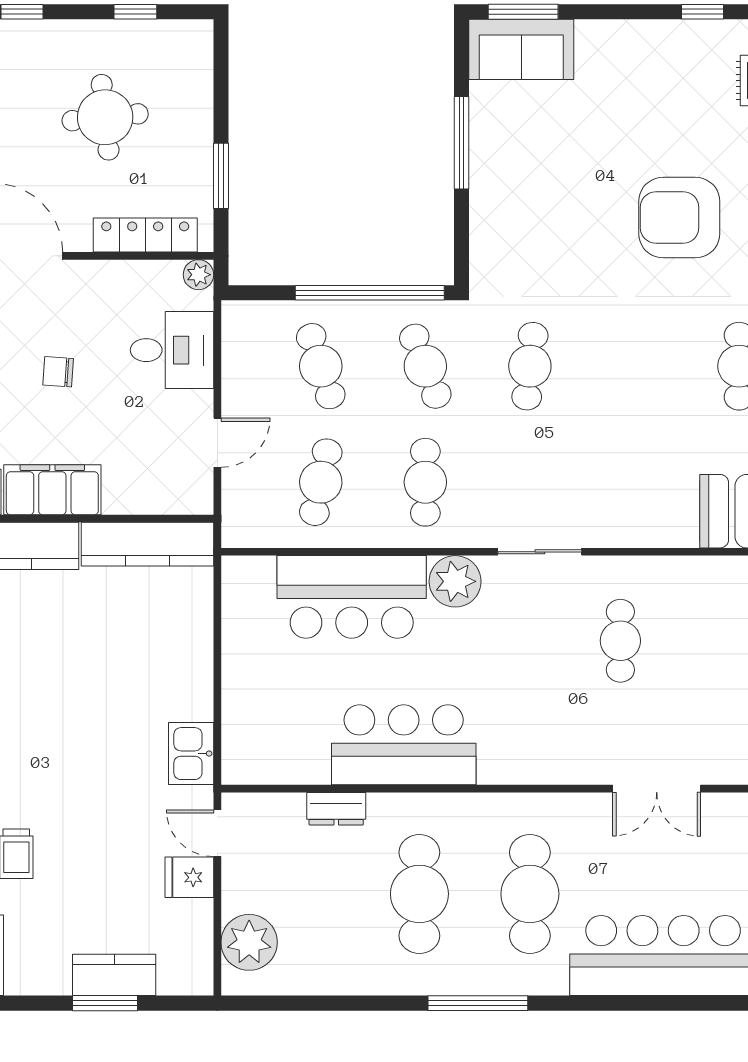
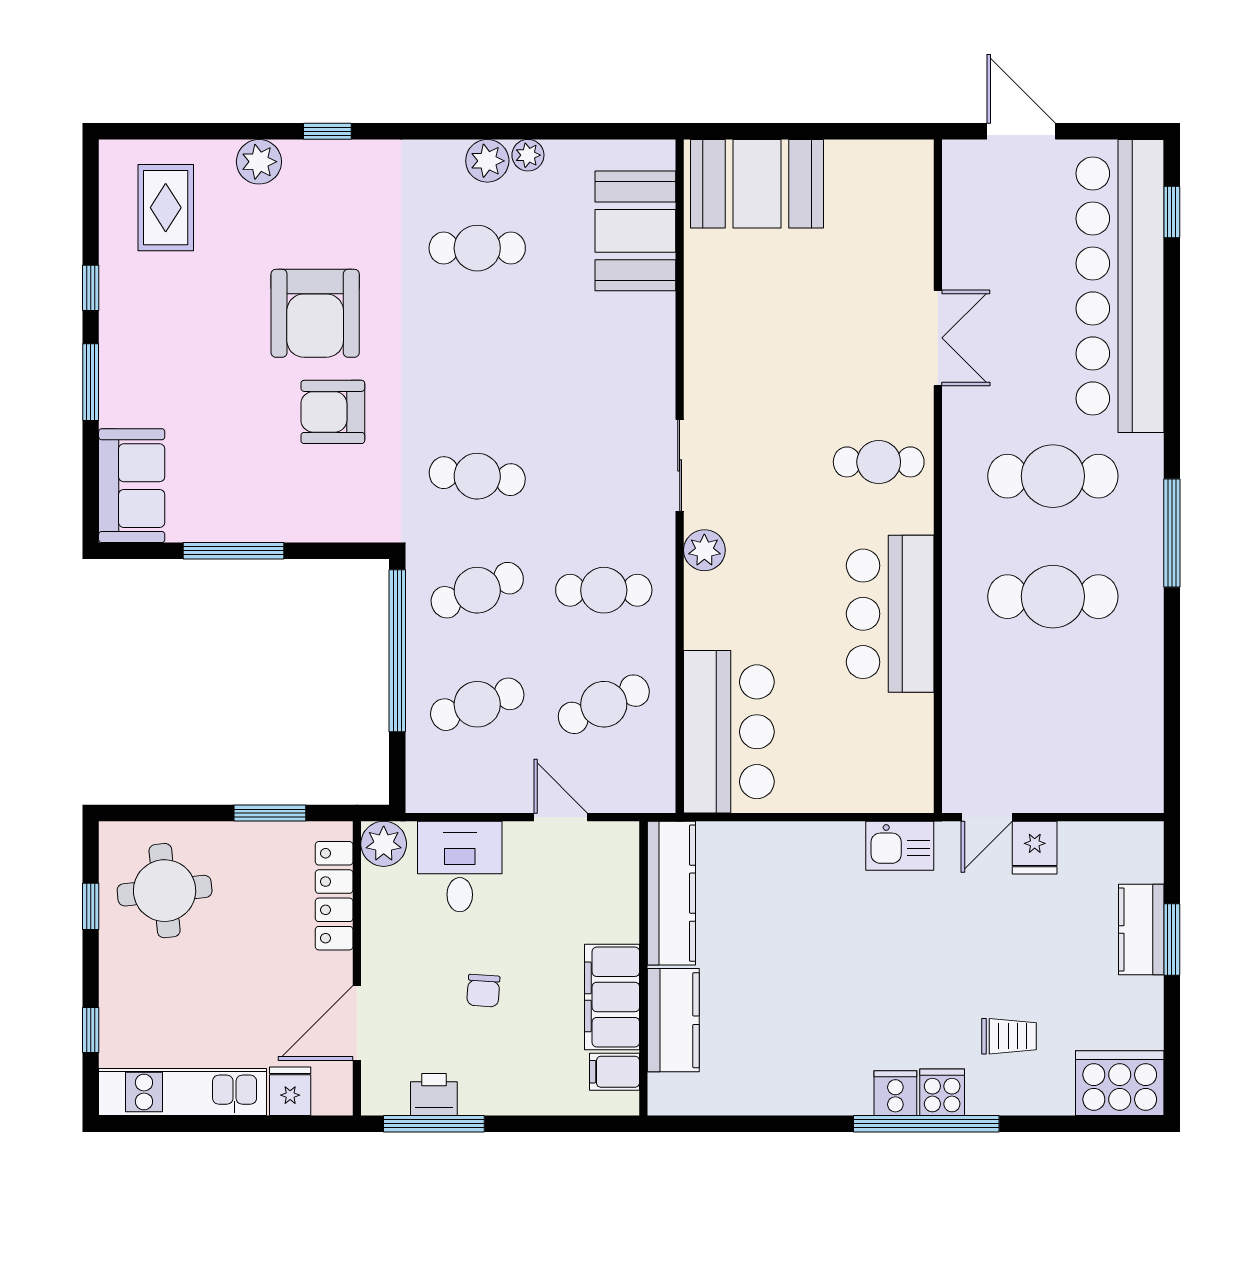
window: (523, 12) -> (91, 382), moved
round table: (105, 117) -> (165, 891), moved
armchair: (589, 234) -> (333, 412), added
plant: (198, 275) -> (384, 844), width x1.38, depth x1.38
cafe table: (321, 482) -> (604, 704), turned -36
plant: (455, 581) -> (704, 550), width x0.73, depth x0.73
bar counter: (352, 597) -> (729, 732), moved
cafe table: (620, 641) -> (879, 462), moved
dresser: (336, 809) -> (960, 687), removed
plant: (249, 942) -> (1106, 782), removed

